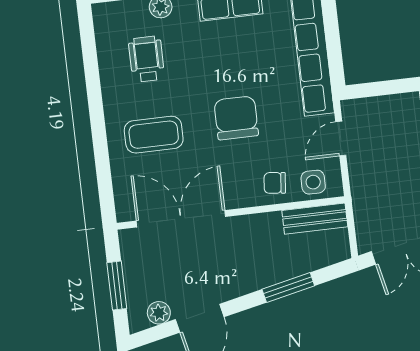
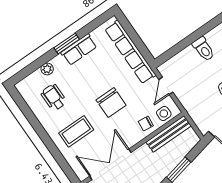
chair: (236, 118) -> (111, 103), turned 180
bench: (315, 219) -> (169, 134), width x1.36

